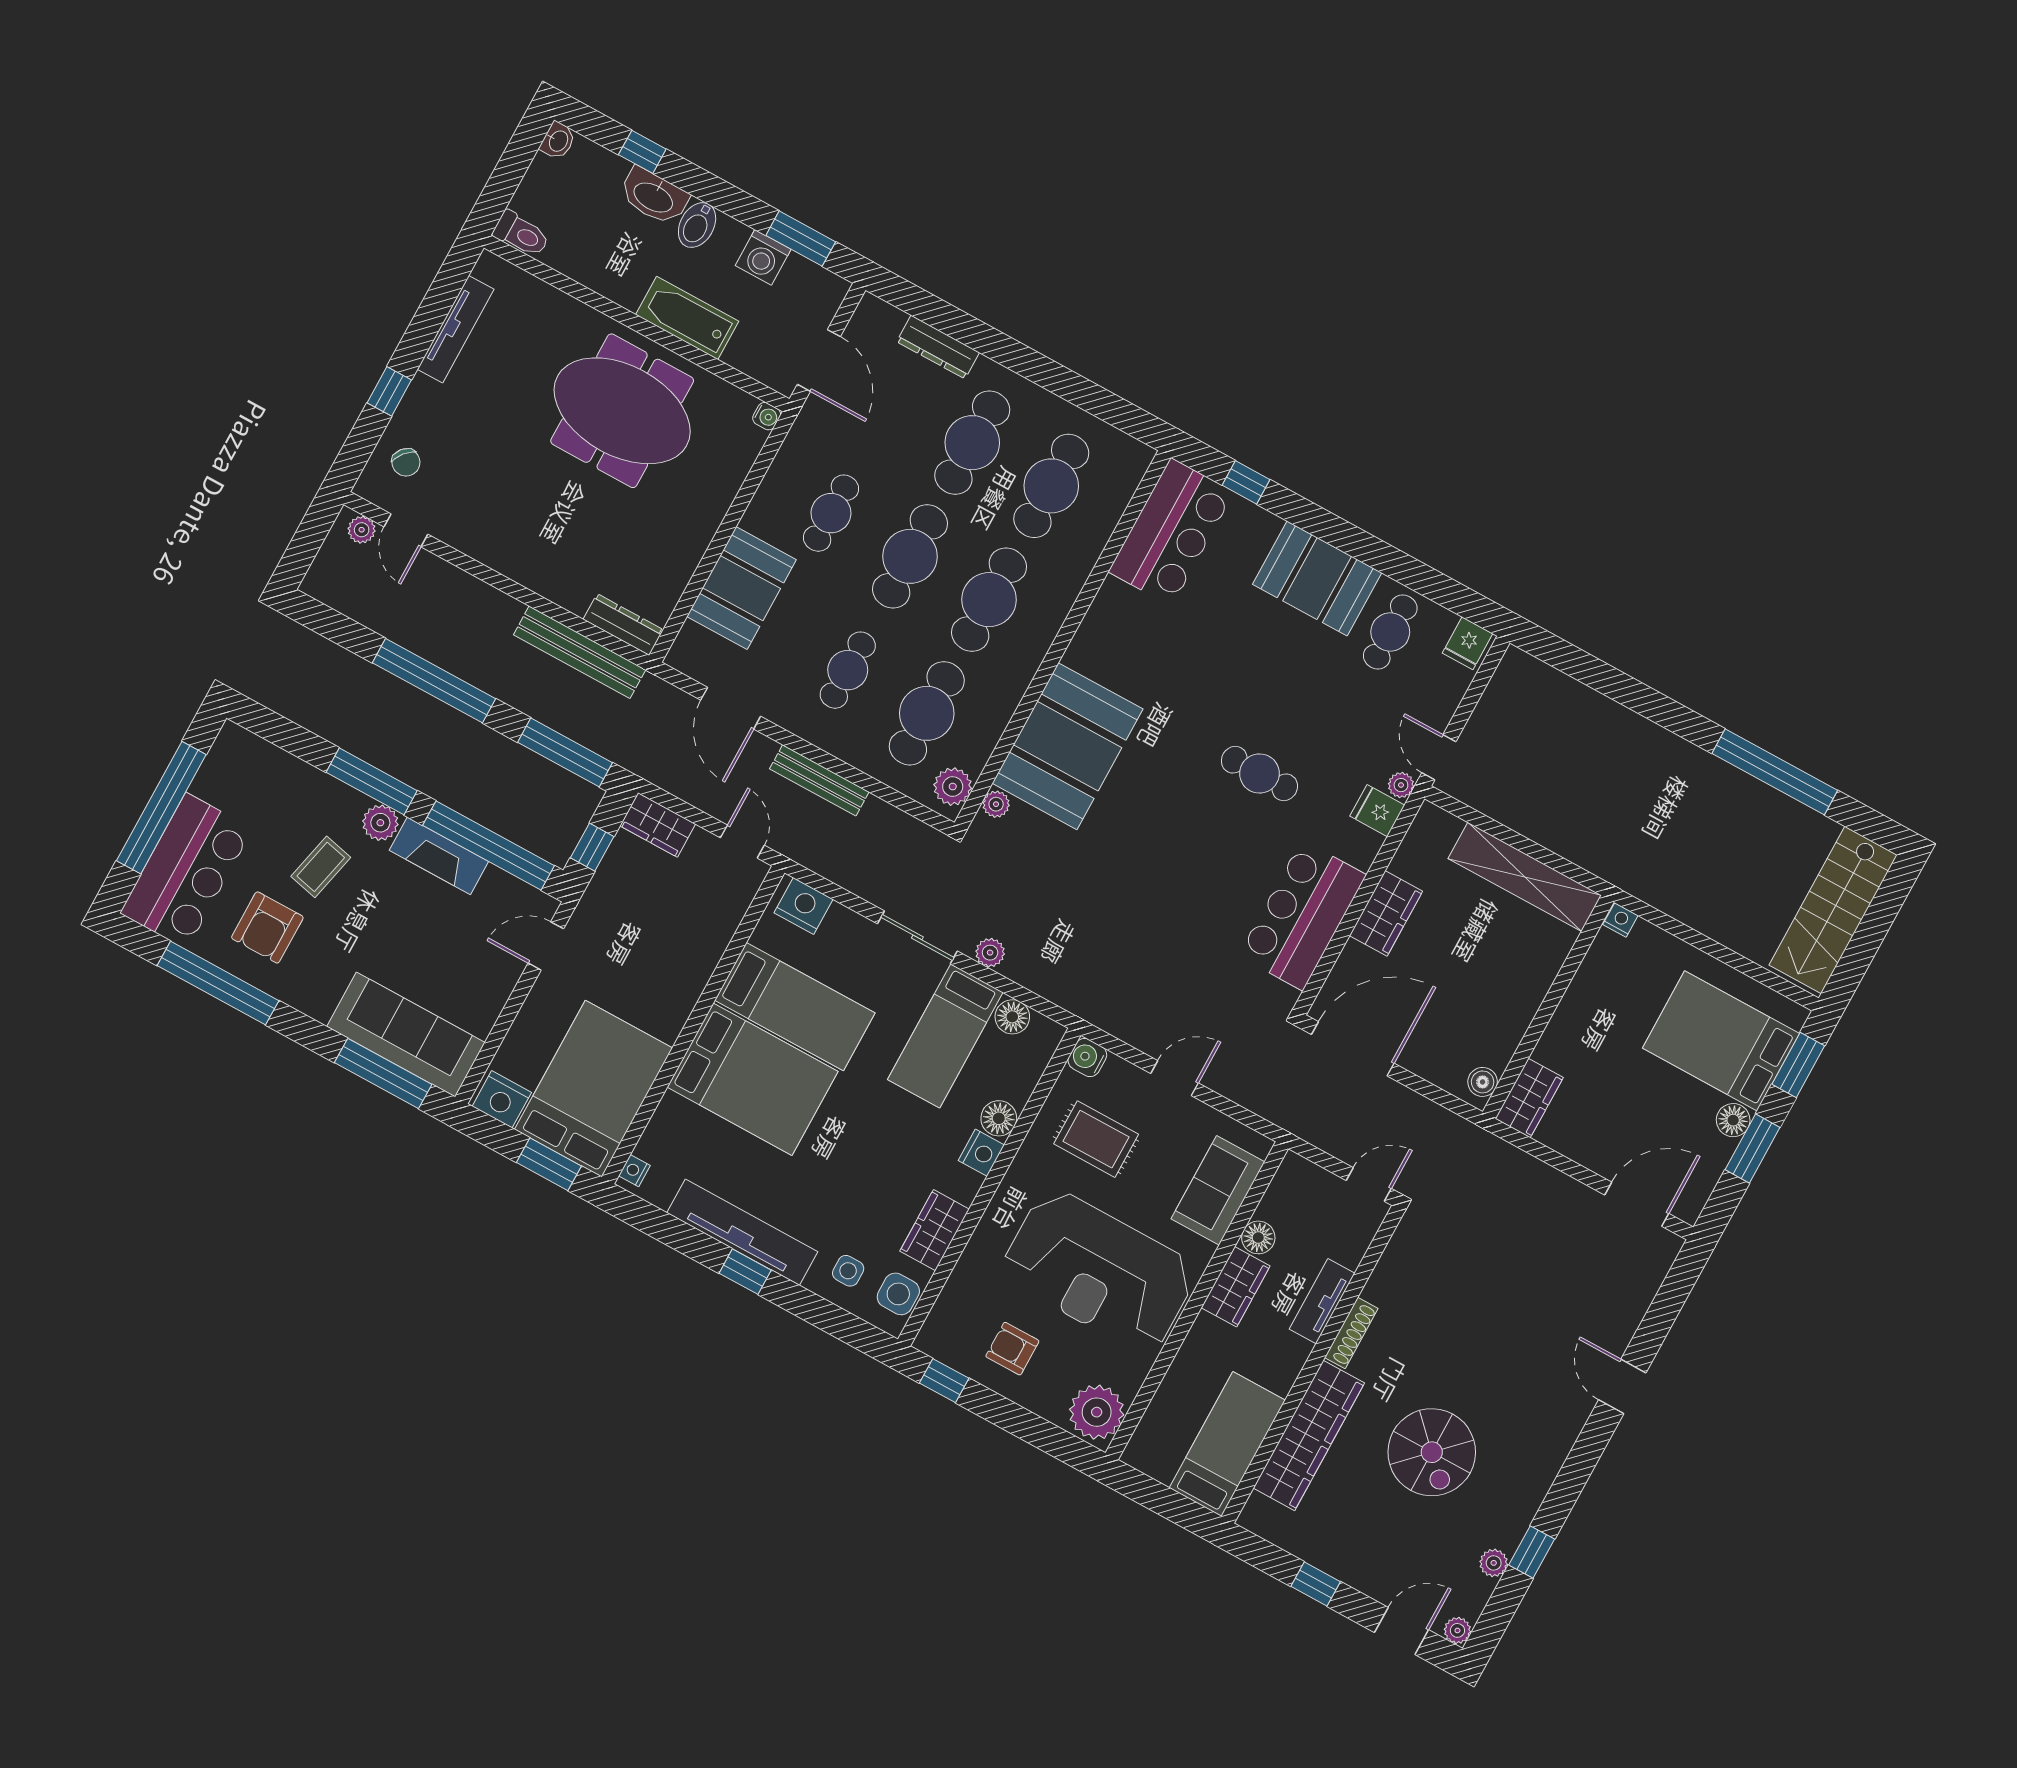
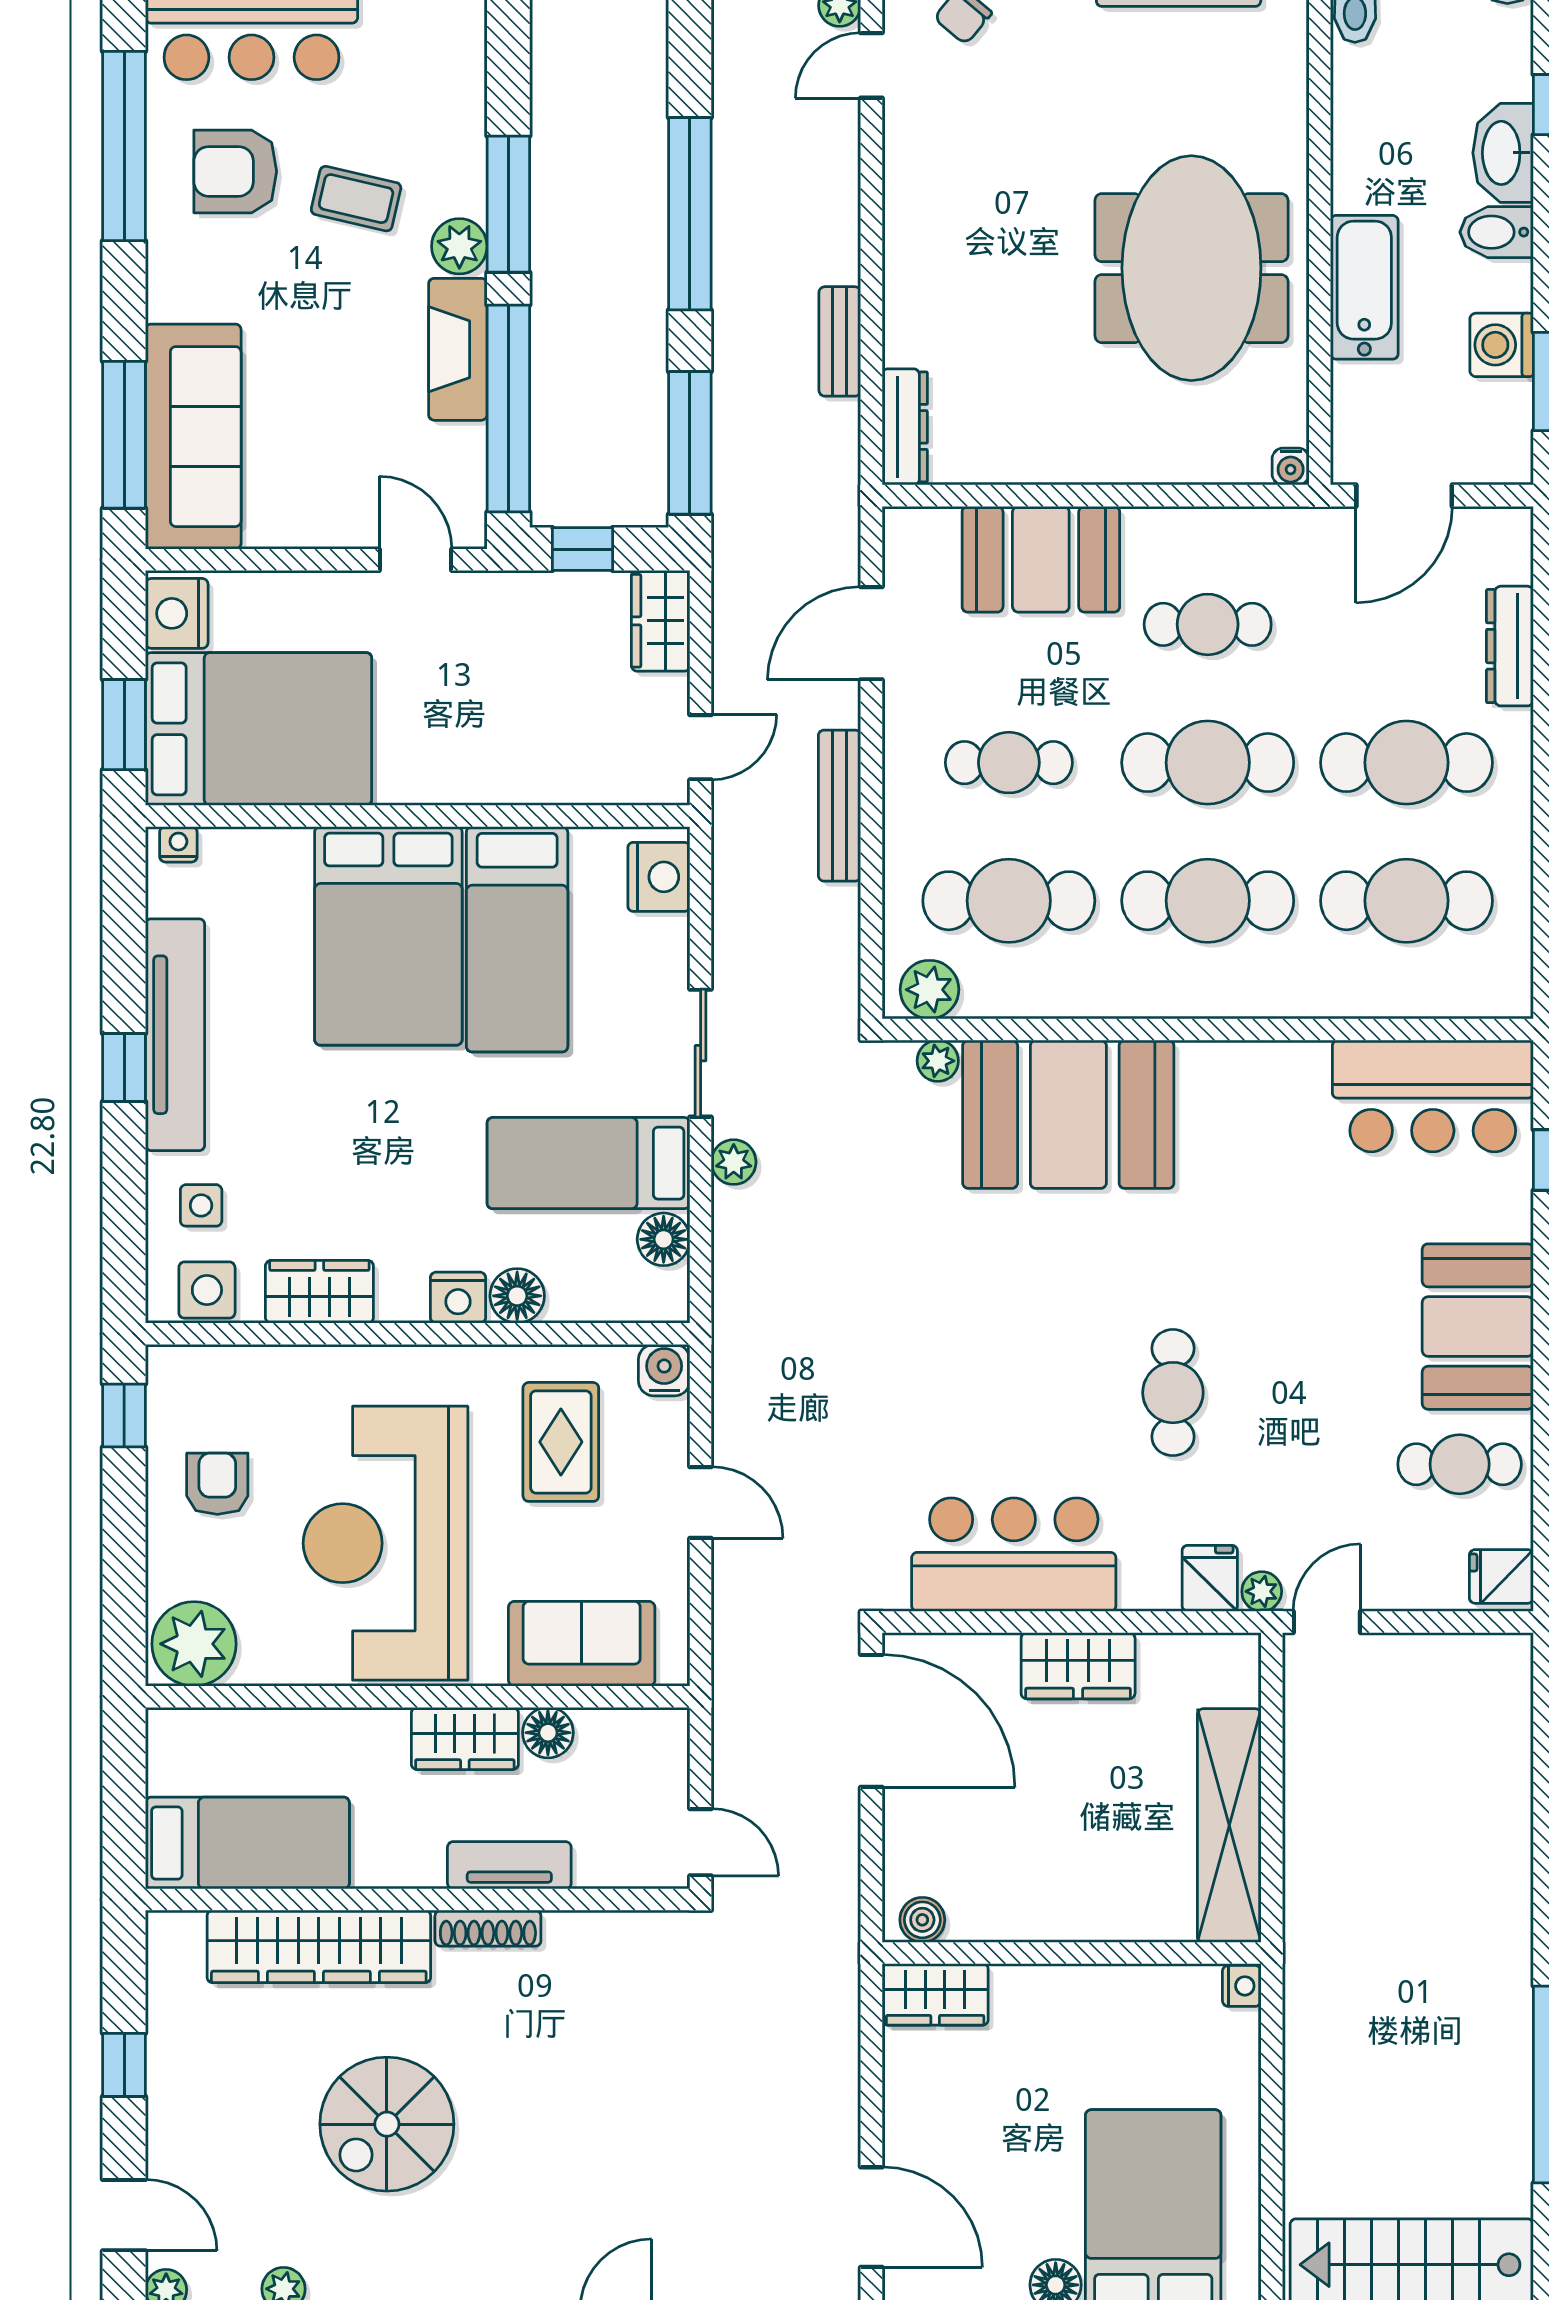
bench: (580, 652) -> (840, 341), width x0.54, depth x0.82

